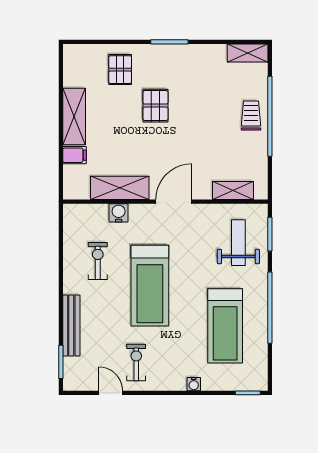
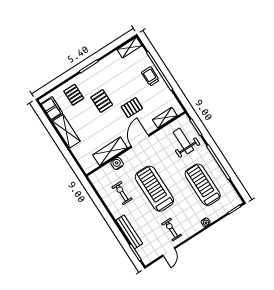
pallet: (194, 144) -> (132, 108), added
filing cabinet: (75, 155) -> (52, 108), moved, width x2.00
treadmill: (150, 286) -> (154, 189), turned 180
treadmill: (225, 326) -> (203, 185), turned 180
door: (111, 393) -> (169, 252), swing flipped

